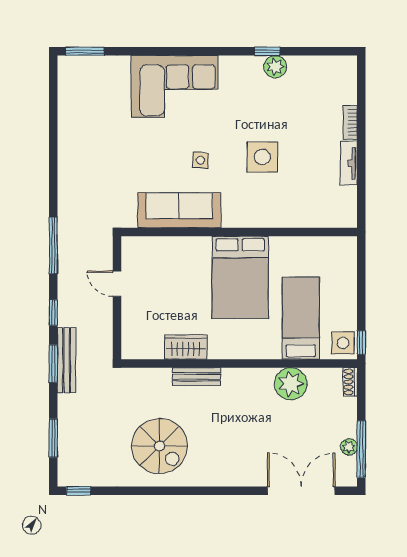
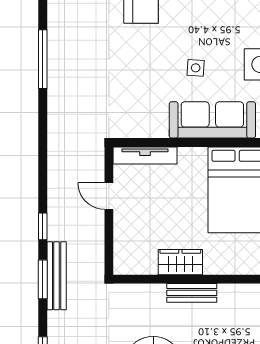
sofa: (179, 210) -> (212, 120), moved
tv unit: (152, 244) -> (145, 155), added
window: (53, 245) -> (43, 59), moved

